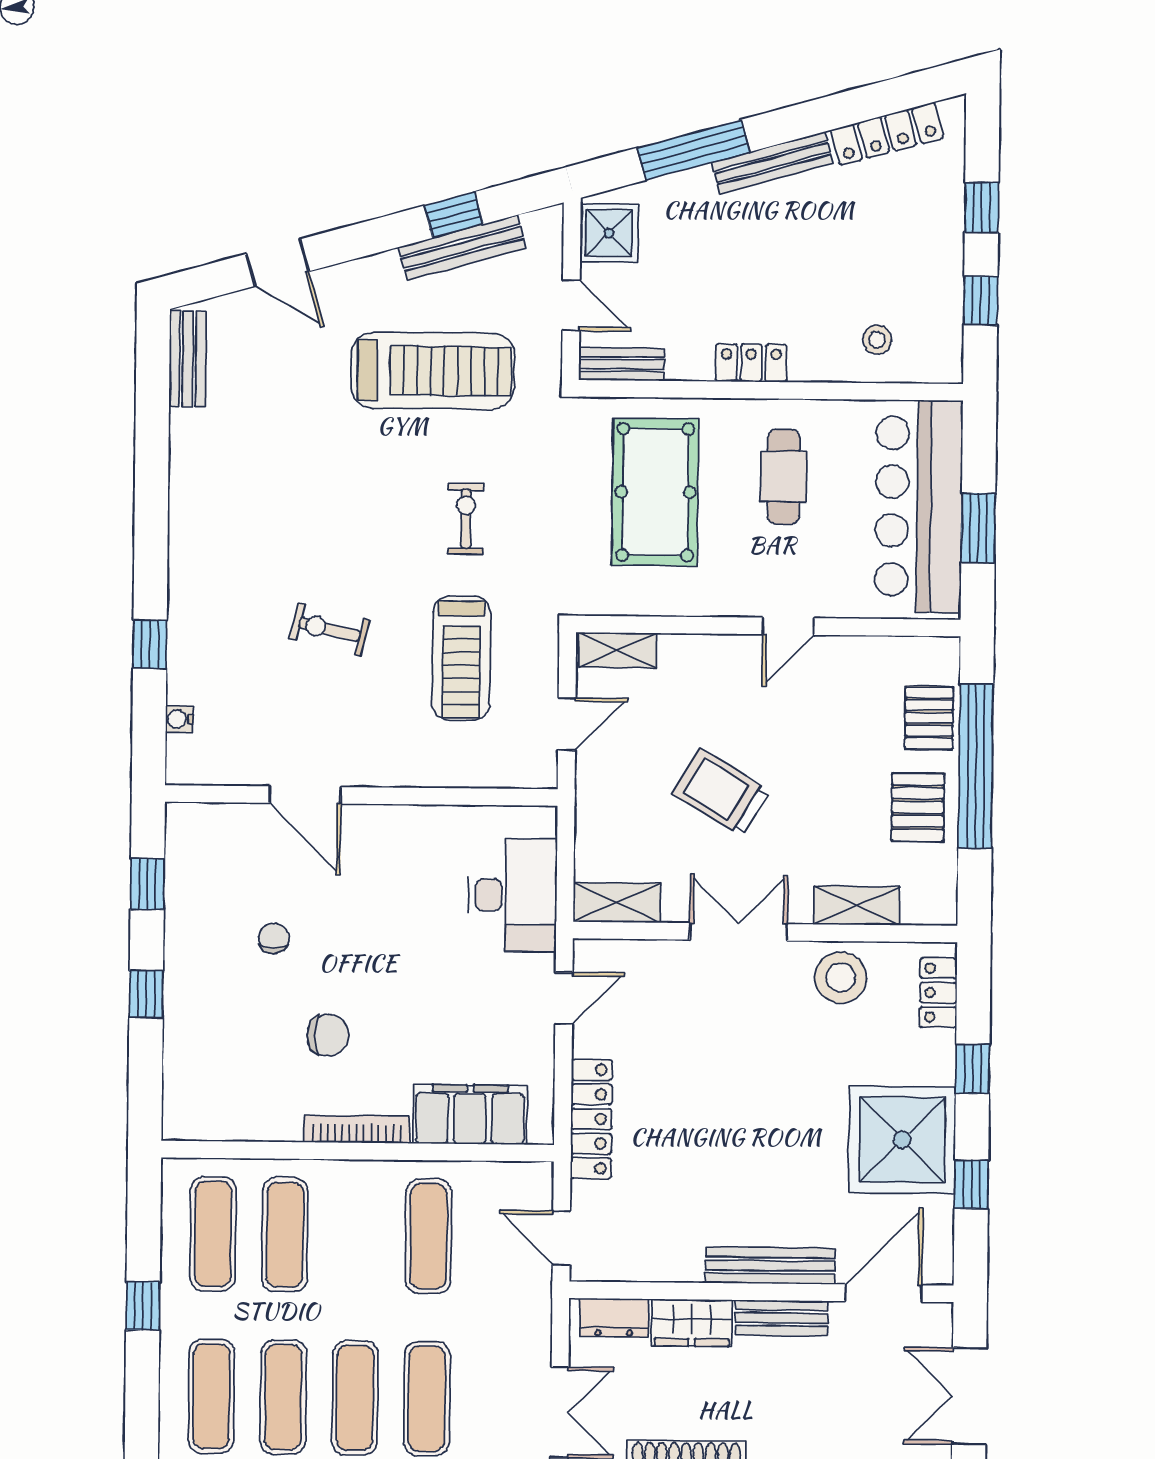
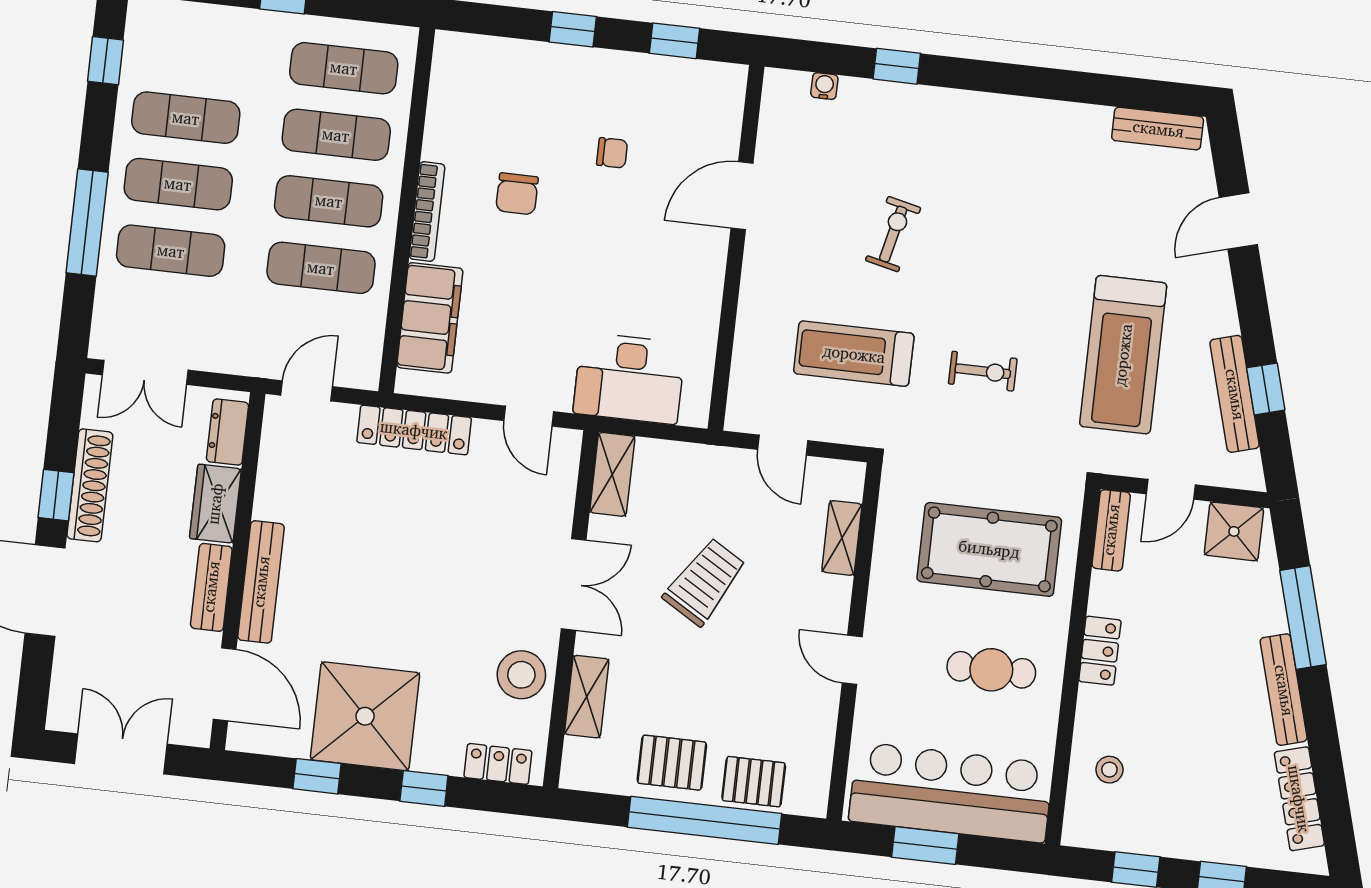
shelving: (617, 650) -> (842, 538), moved
exercise mat: (211, 1396) -> (329, 201), moved

